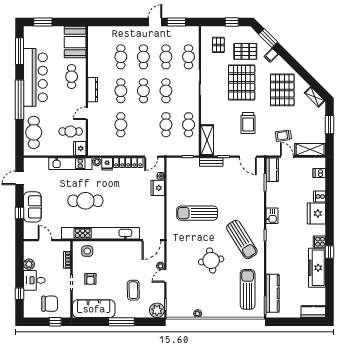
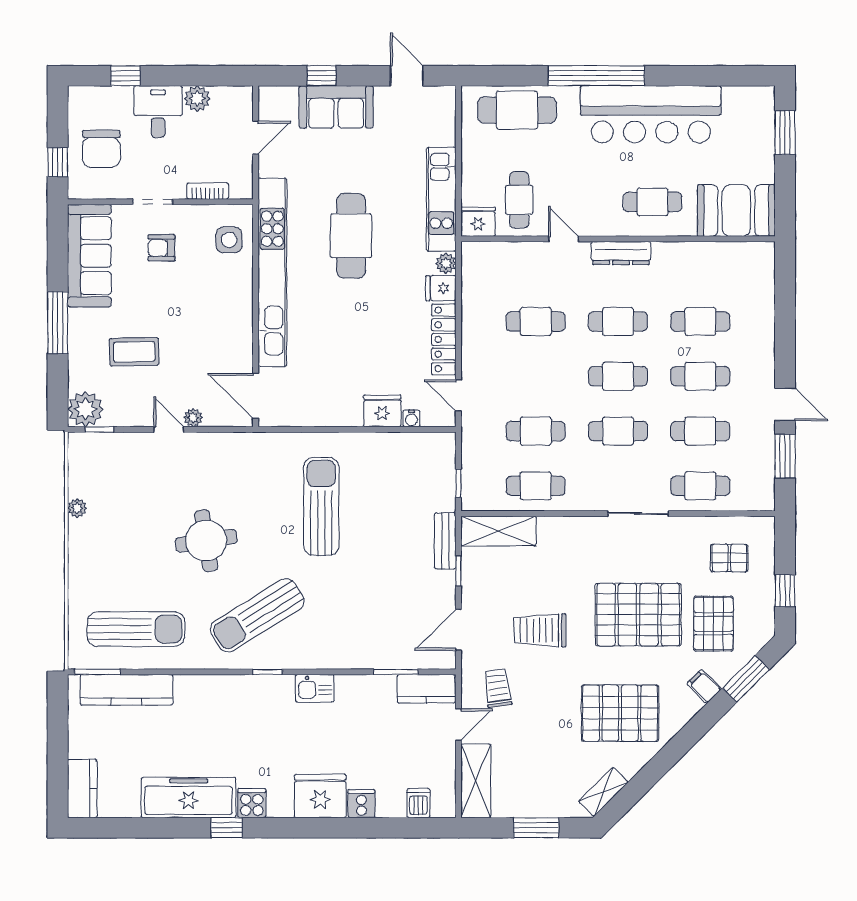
window: (20, 51) -> (714, 76), removed
trolley: (283, 136) -> (498, 688), moved

